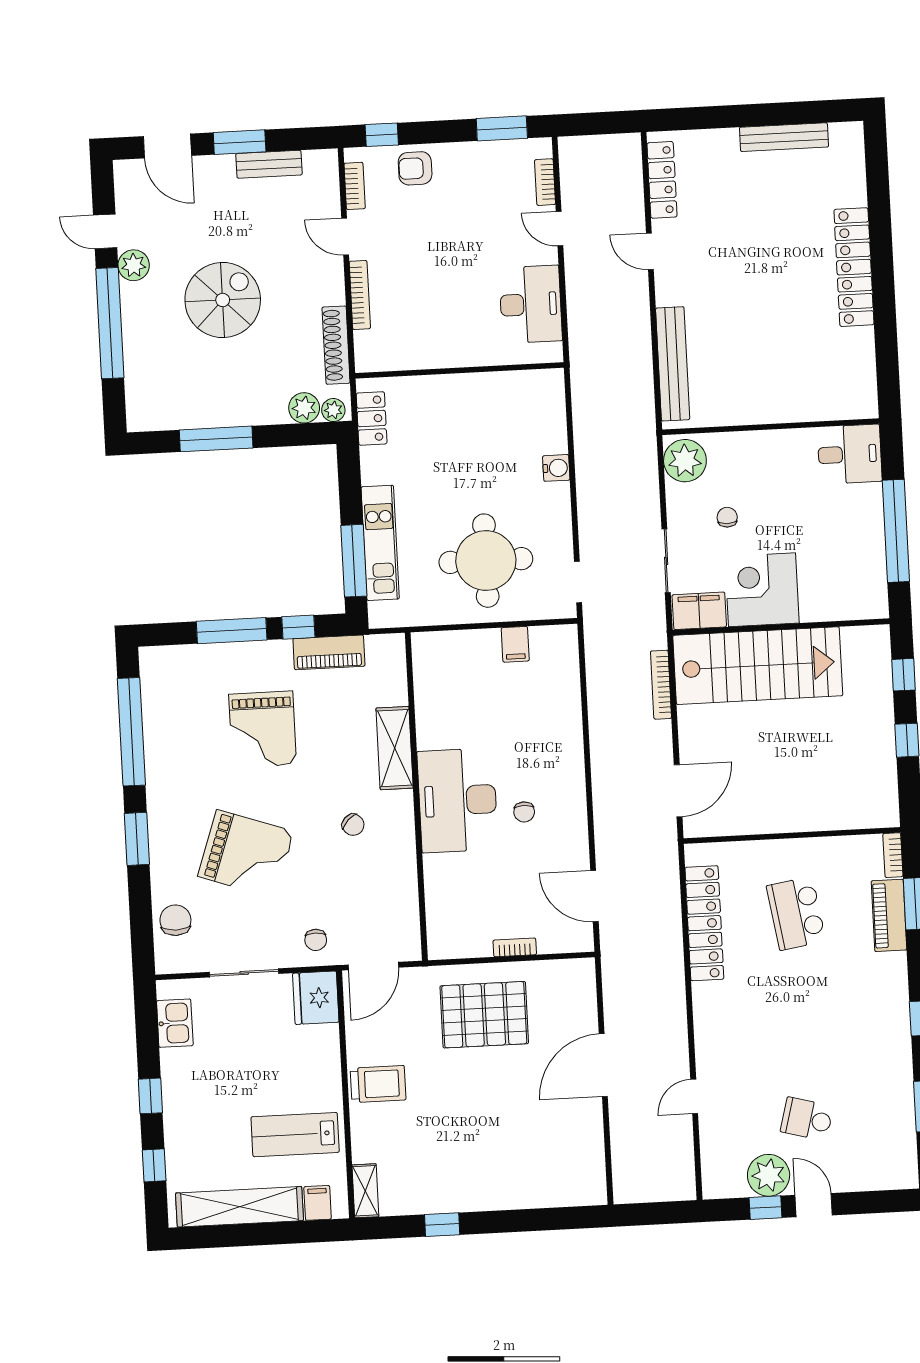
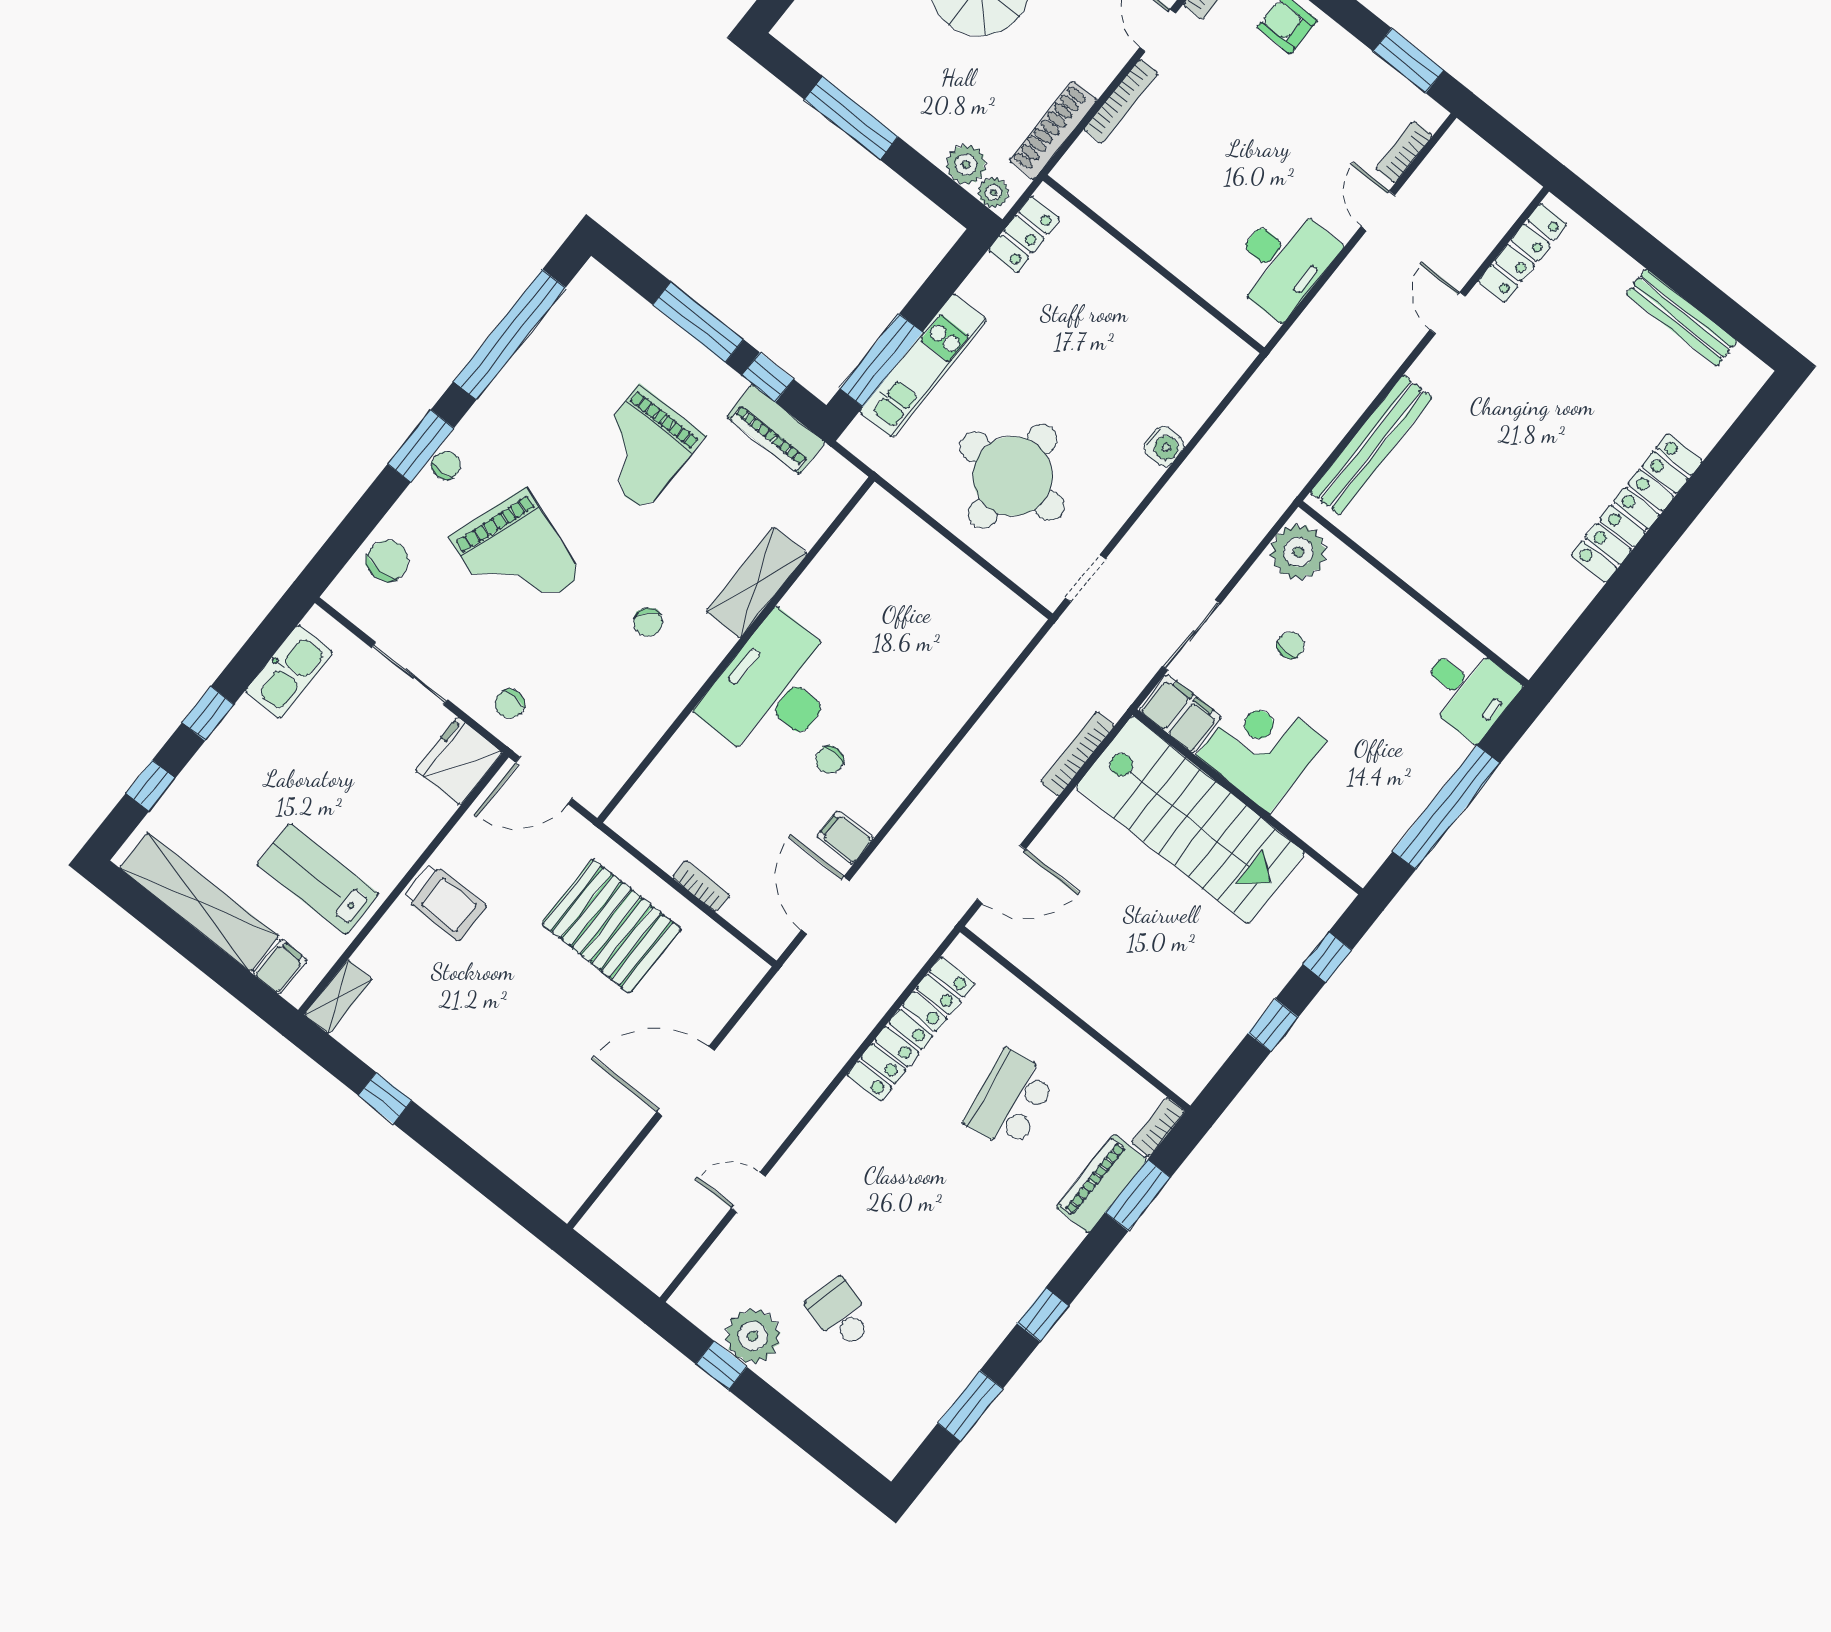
filing cabinet: (515, 644) -> (845, 837), moved, turned 90
chair: (161, 837) -> (446, 465), added
kitchen sink: (175, 1023) -> (289, 672), width x1.38
door: (814, 1205) -> (771, 1405), removed

